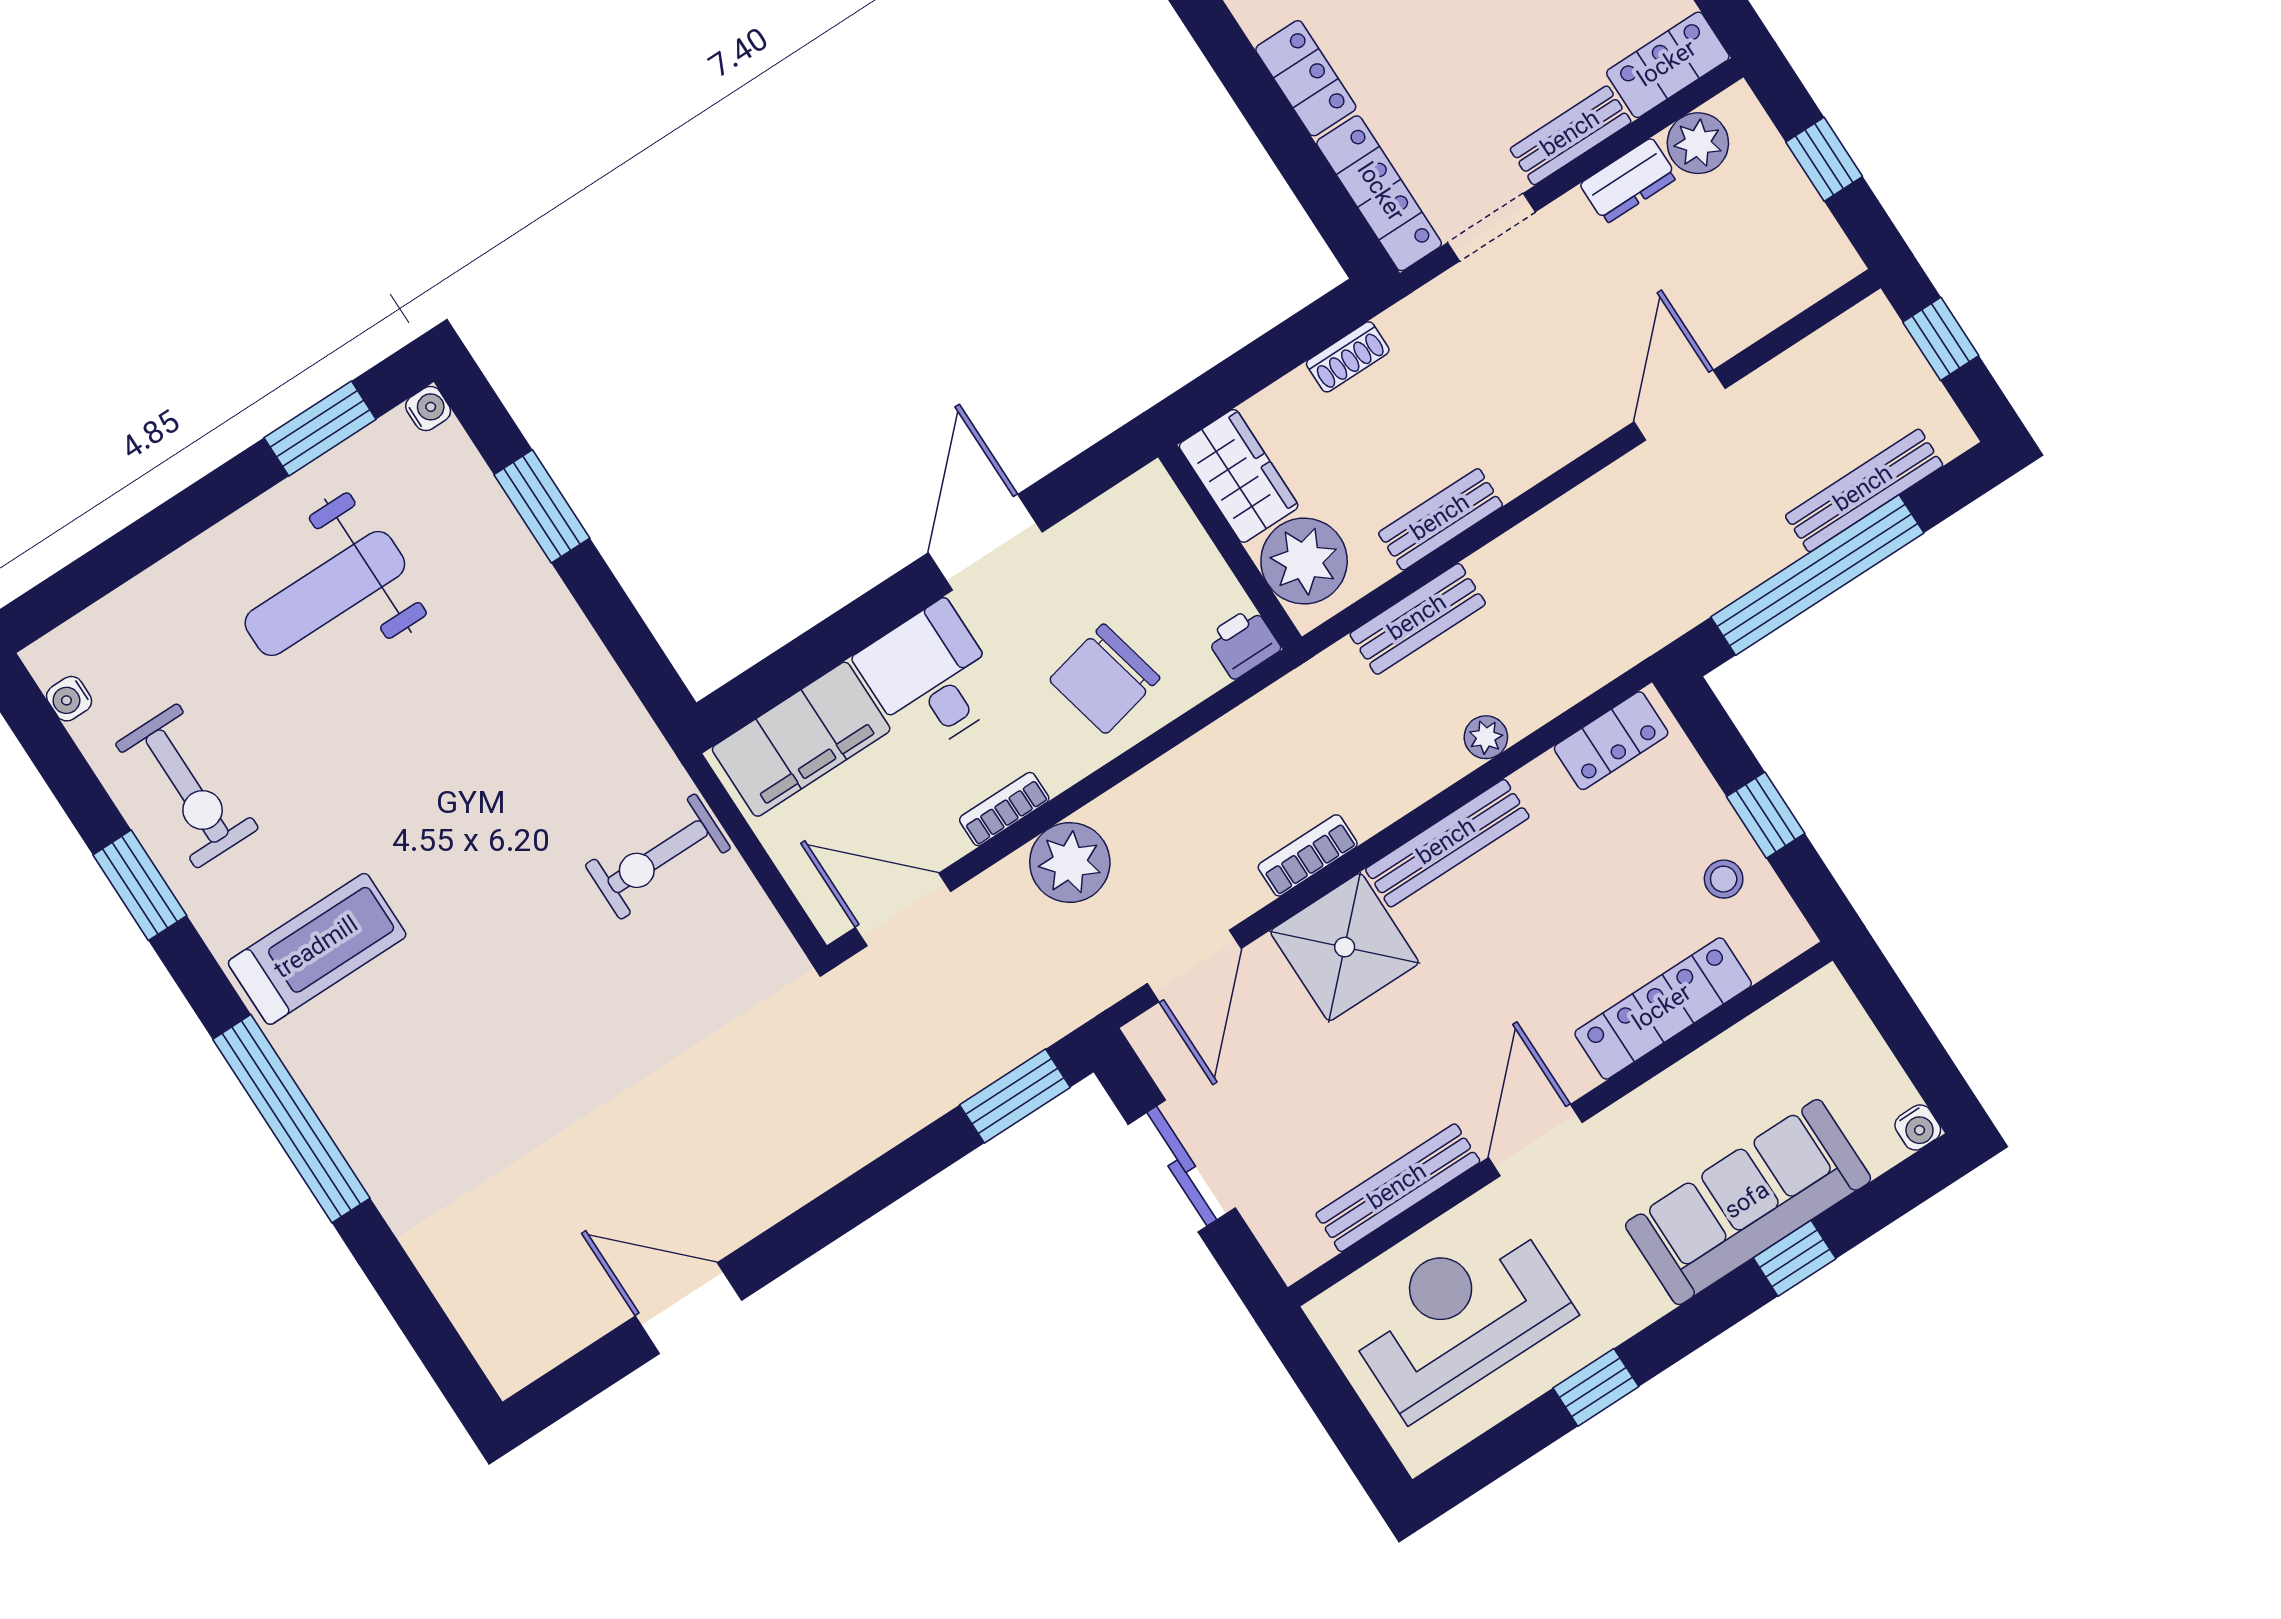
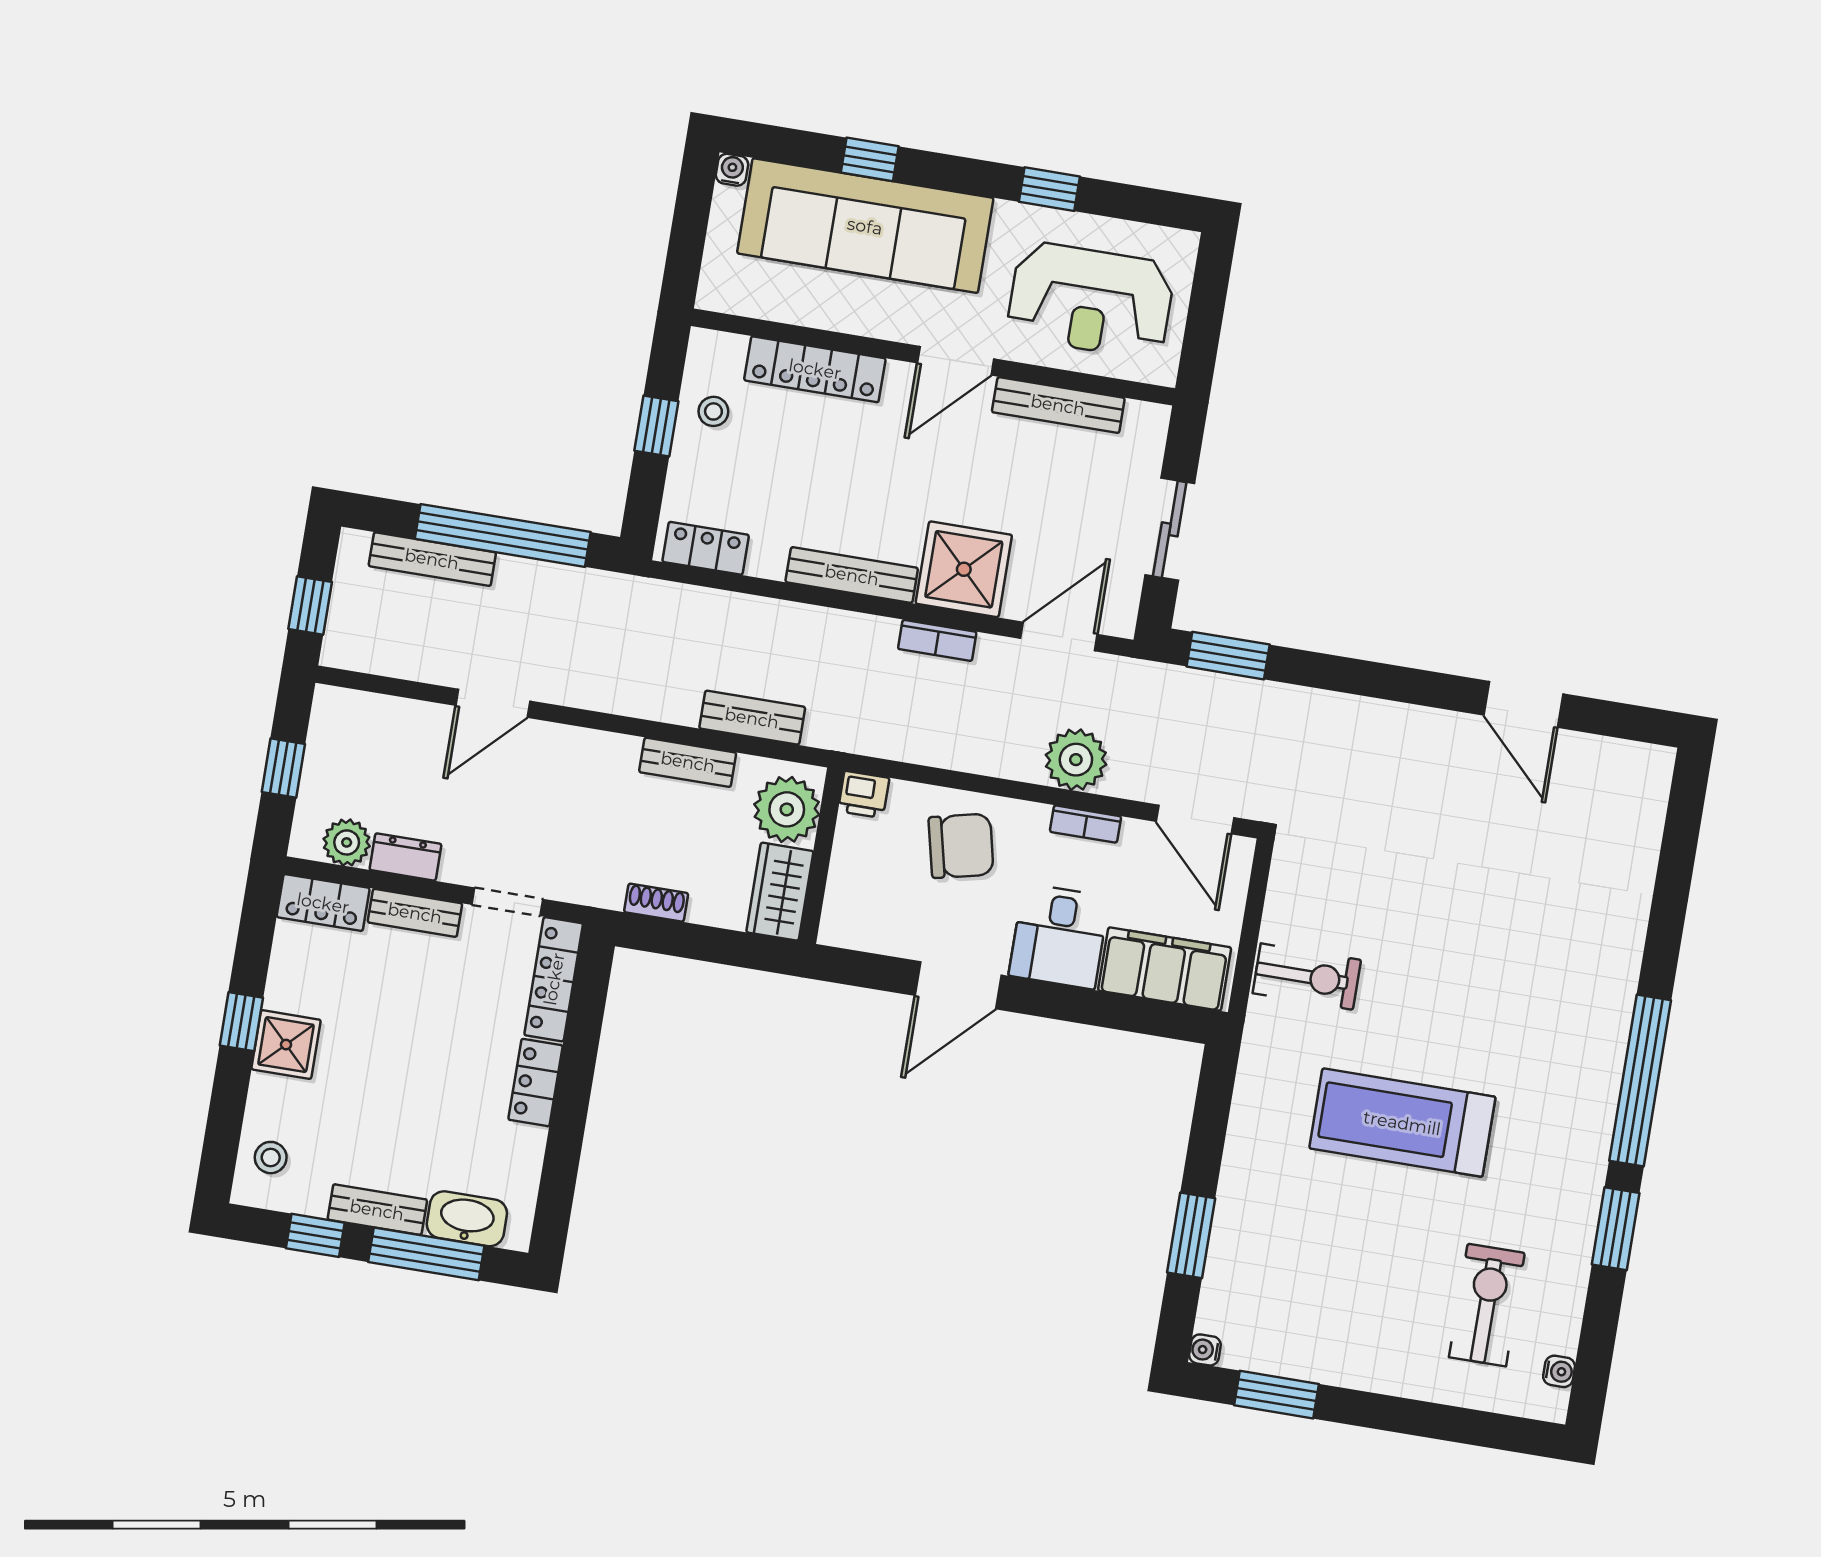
weight bench: (325, 594) -> (1359, 1298), removed
plant: (1486, 737) -> (775, 615), removed
exercise bike: (187, 786) -> (1487, 1305), moved
treadmill: (317, 949) -> (1402, 1123), moved, width x1.37, depth x1.38
window: (291, 1119) -> (1640, 1081), moved
sofa: (1748, 1202) -> (865, 226), width x1.36, depth x1.27

